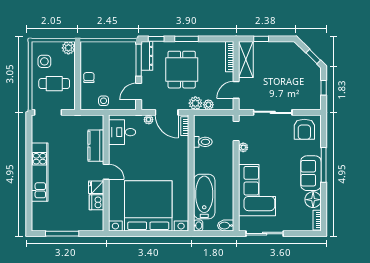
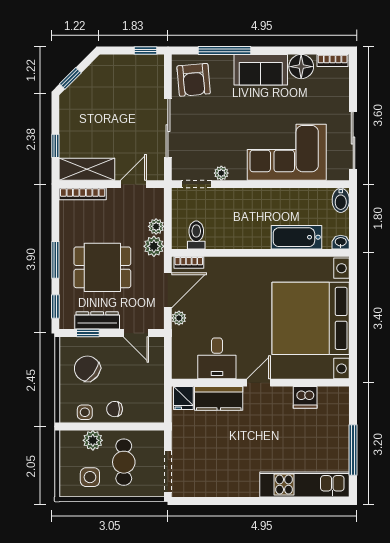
plant: (68, 48) -> (93, 440), moved
dresser: (147, 56) -> (97, 320), moved
window: (313, 57) -> (70, 78), moved
chair: (115, 60) -> (87, 369), added
window: (139, 60) -> (88, 333), width x0.46
window: (324, 88) -> (146, 51), moved
door: (236, 90) -> (133, 184), swing flipped
side table: (104, 101) -> (85, 412), moved
armchair: (304, 129) -> (194, 80), turned 85
desk: (122, 132) -> (217, 358), moved
toilet: (203, 142) -> (196, 235), moved
window: (324, 165) -> (224, 51), moved
kitchen unit: (40, 172) -> (305, 485), moved
fridge: (96, 187) -> (183, 398), moved
bathtub: (204, 197) -> (296, 237), width x0.73, depth x0.73

